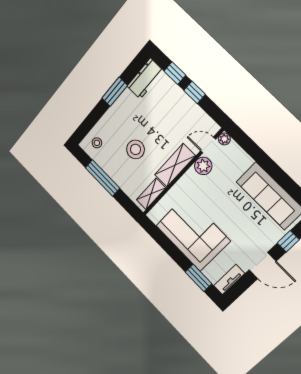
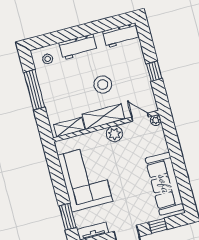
window: (175, 73) -> (148, 47), removed
window: (115, 92) -> (89, 29), removed
workbench: (115, 115) -> (78, 47), added
stool: (135, 149) -> (103, 85), moved
plant: (203, 166) -> (114, 134), moved

